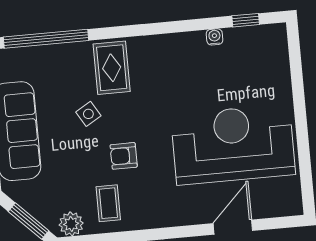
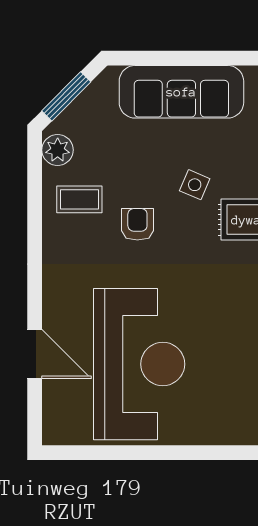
side table: (88, 114) -> (195, 185), turned -36

